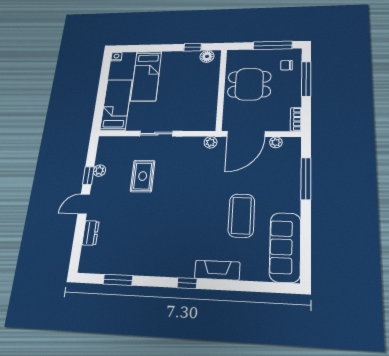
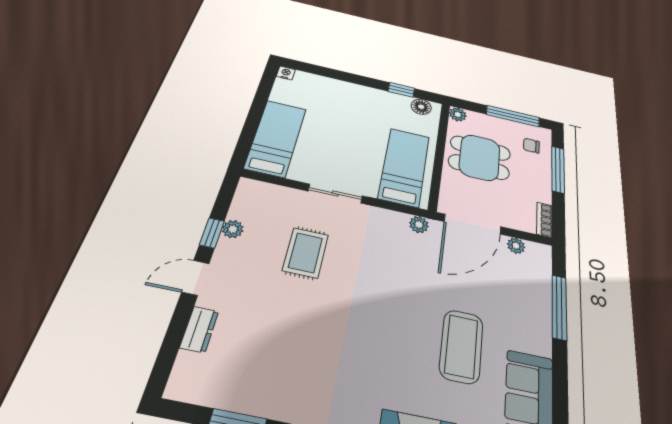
plant: (233, 55) -> (458, 114), added
bed: (146, 76) -> (404, 167), moved, turned 180

